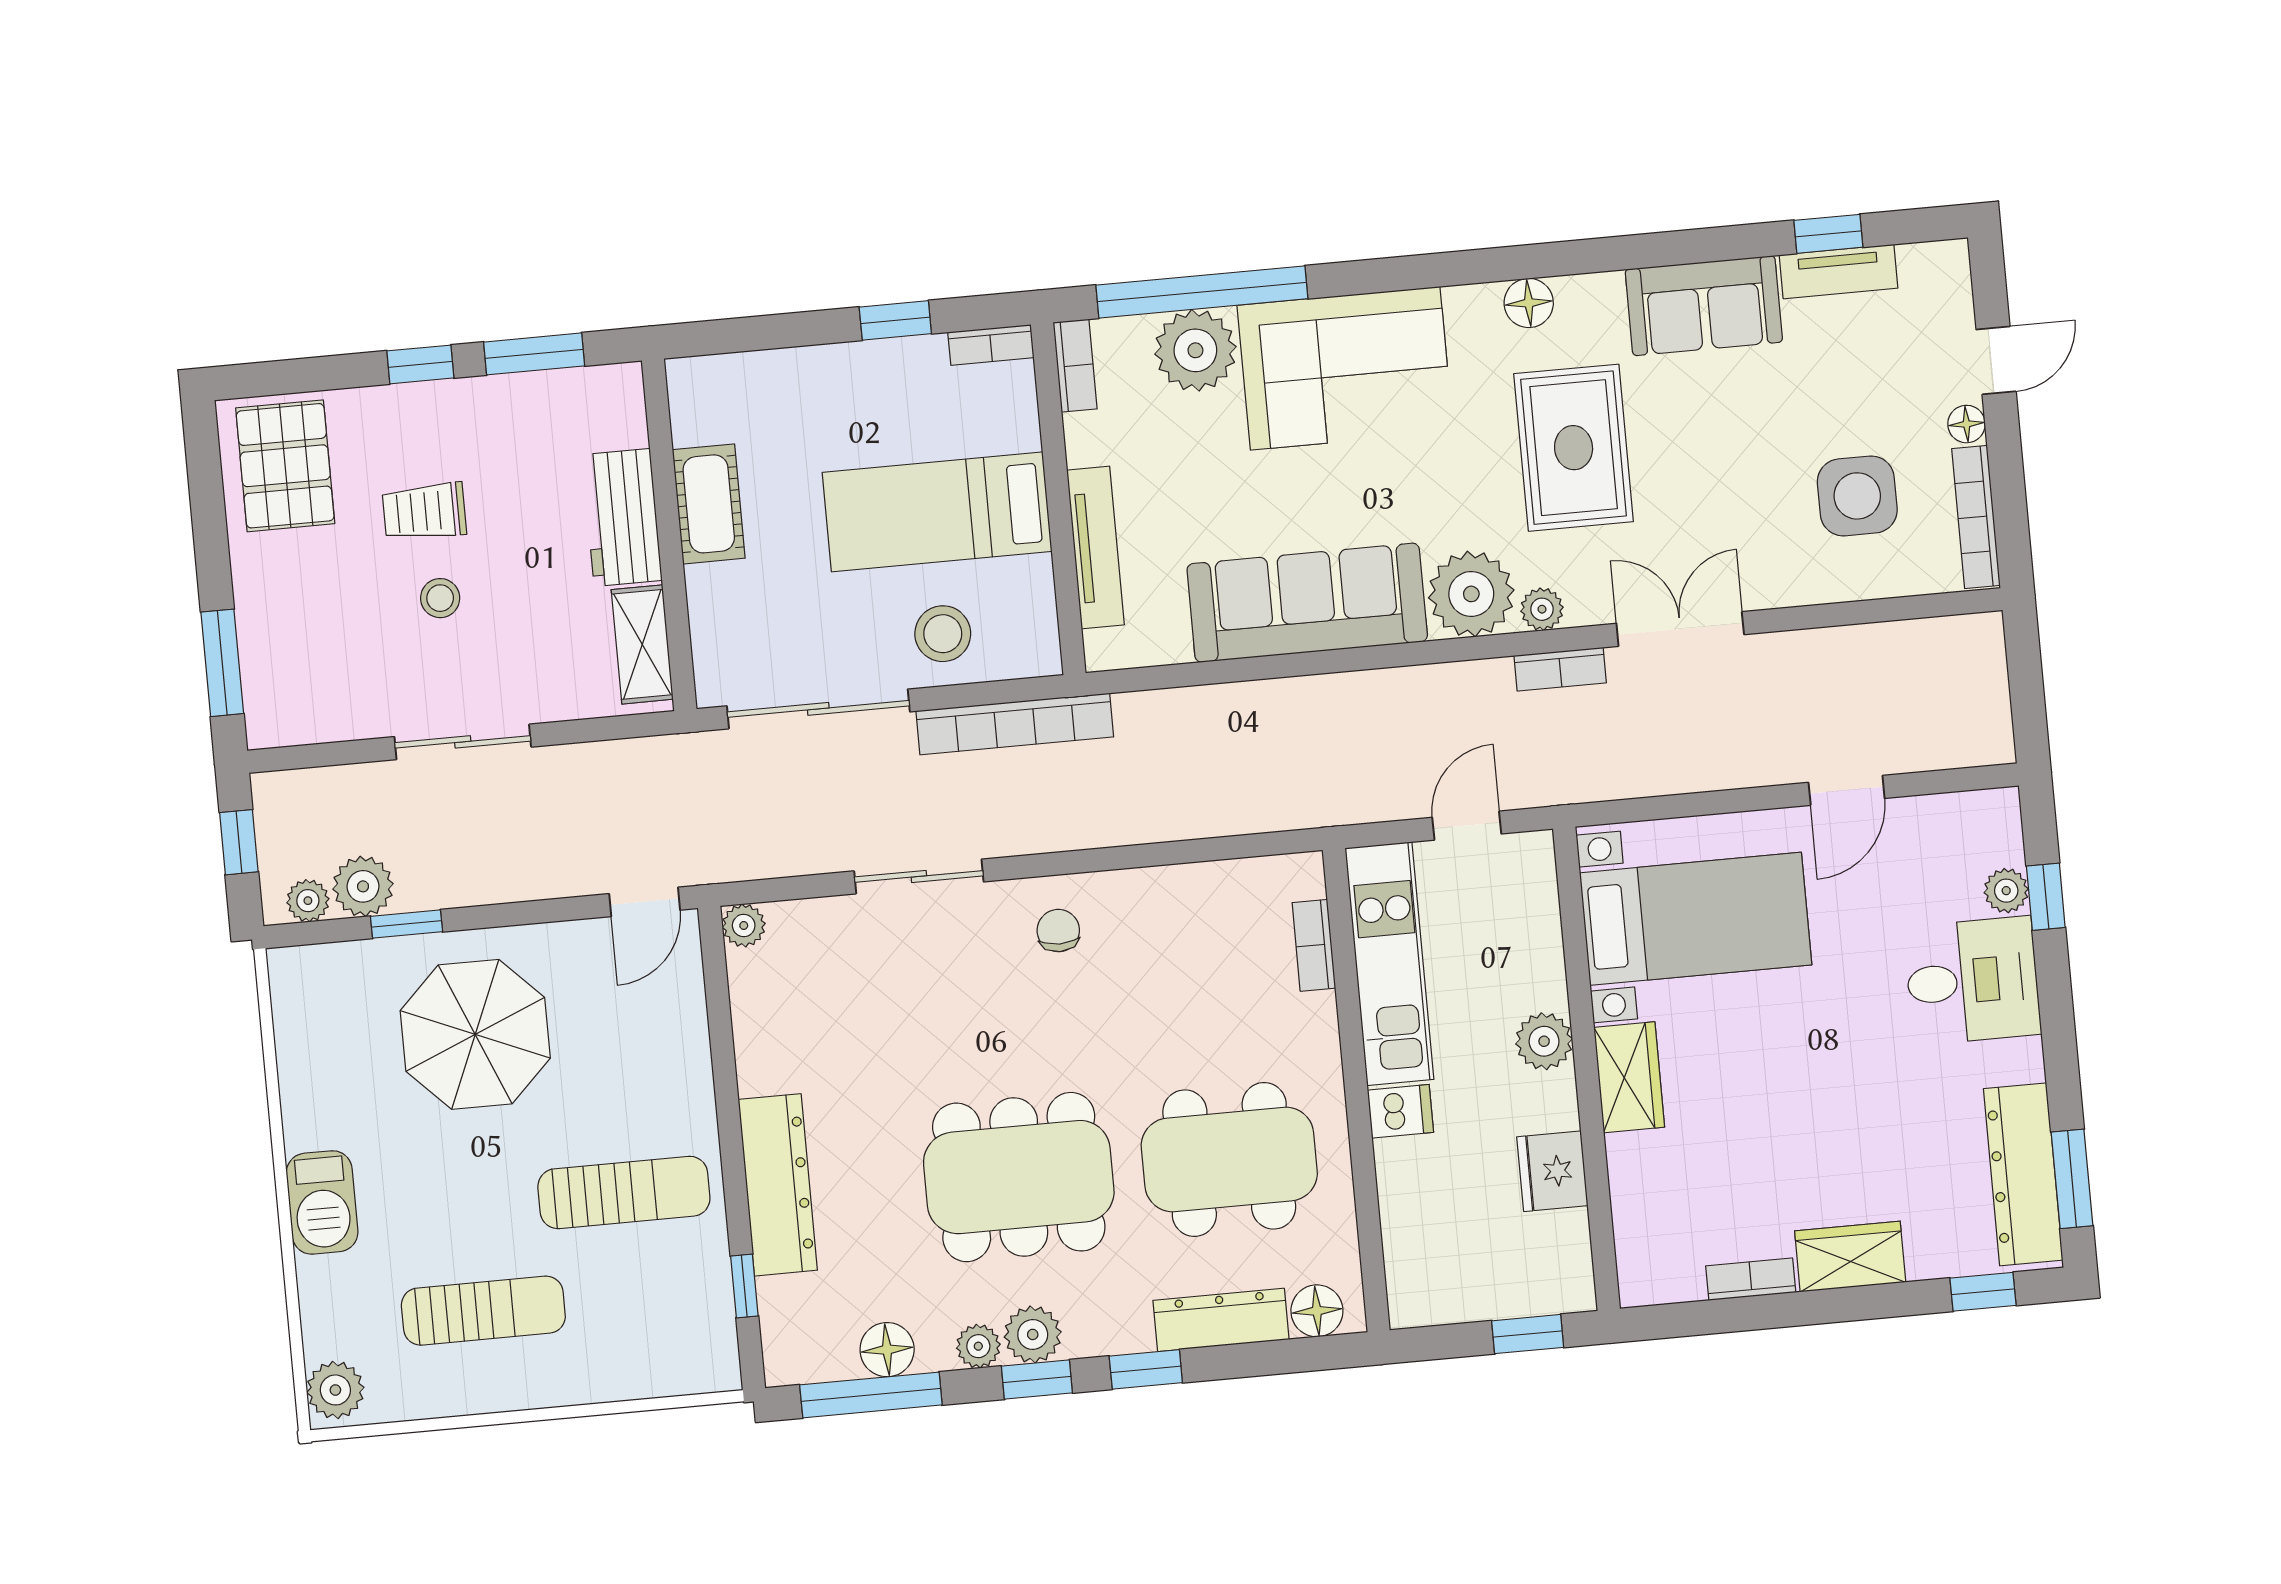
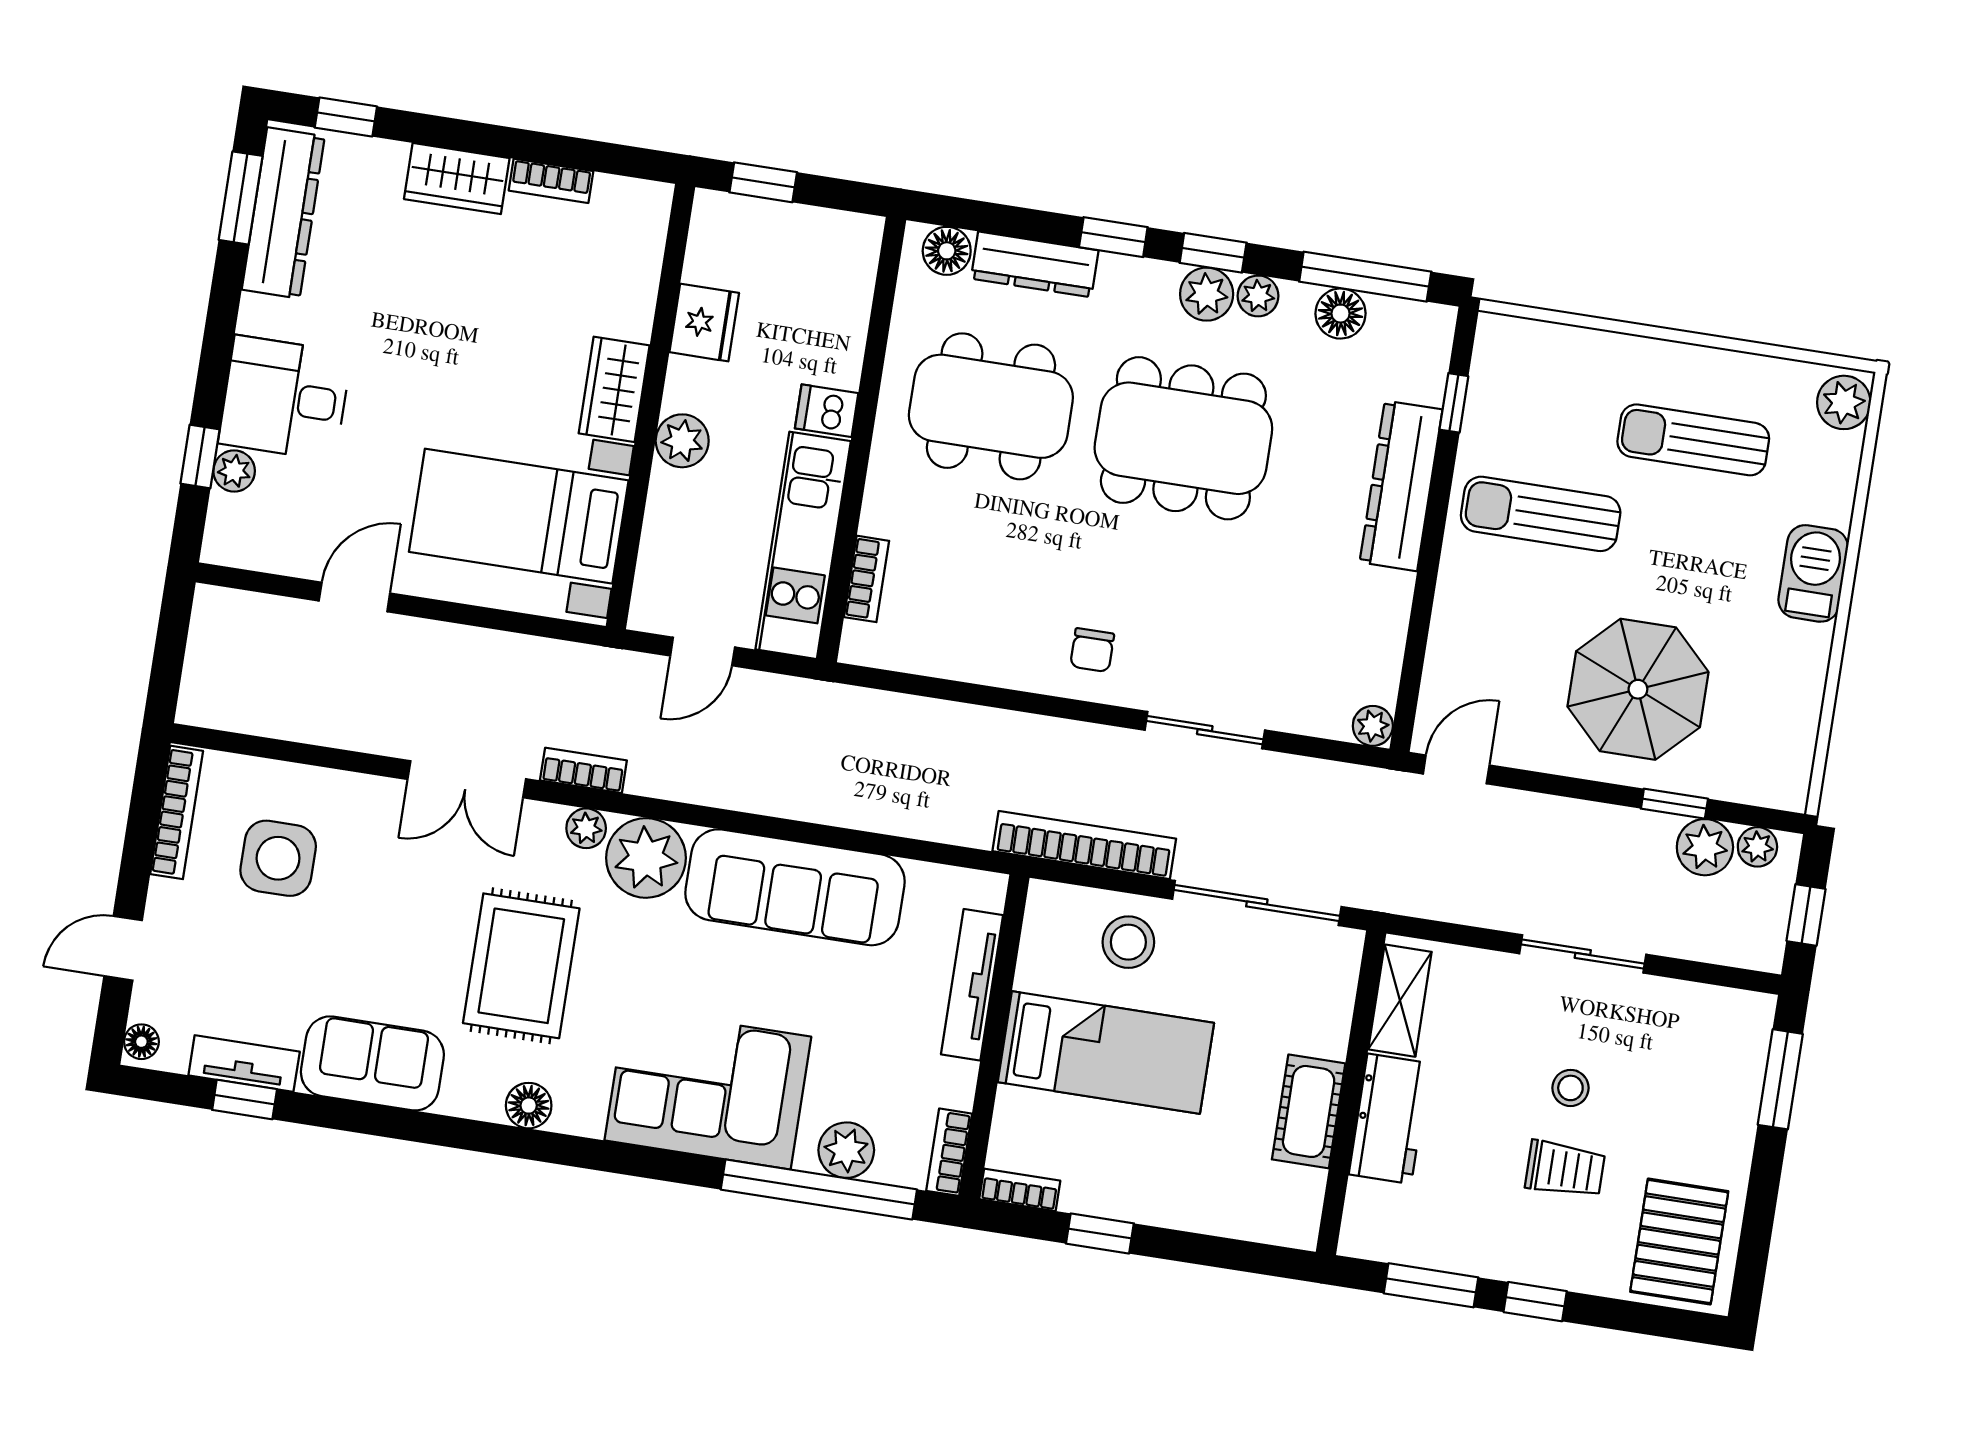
plant: (1195, 350) -> (846, 1150), width x0.73, depth x0.73
floor lamp: (1967, 424) -> (141, 1042), moved

